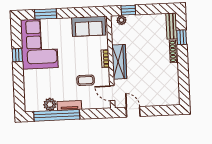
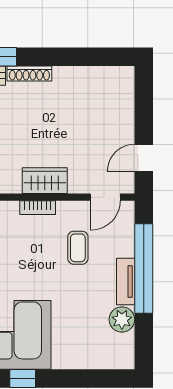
wardrobe: (119, 62) -> (45, 181), width x0.67
window: (57, 115) -> (144, 268), moved

